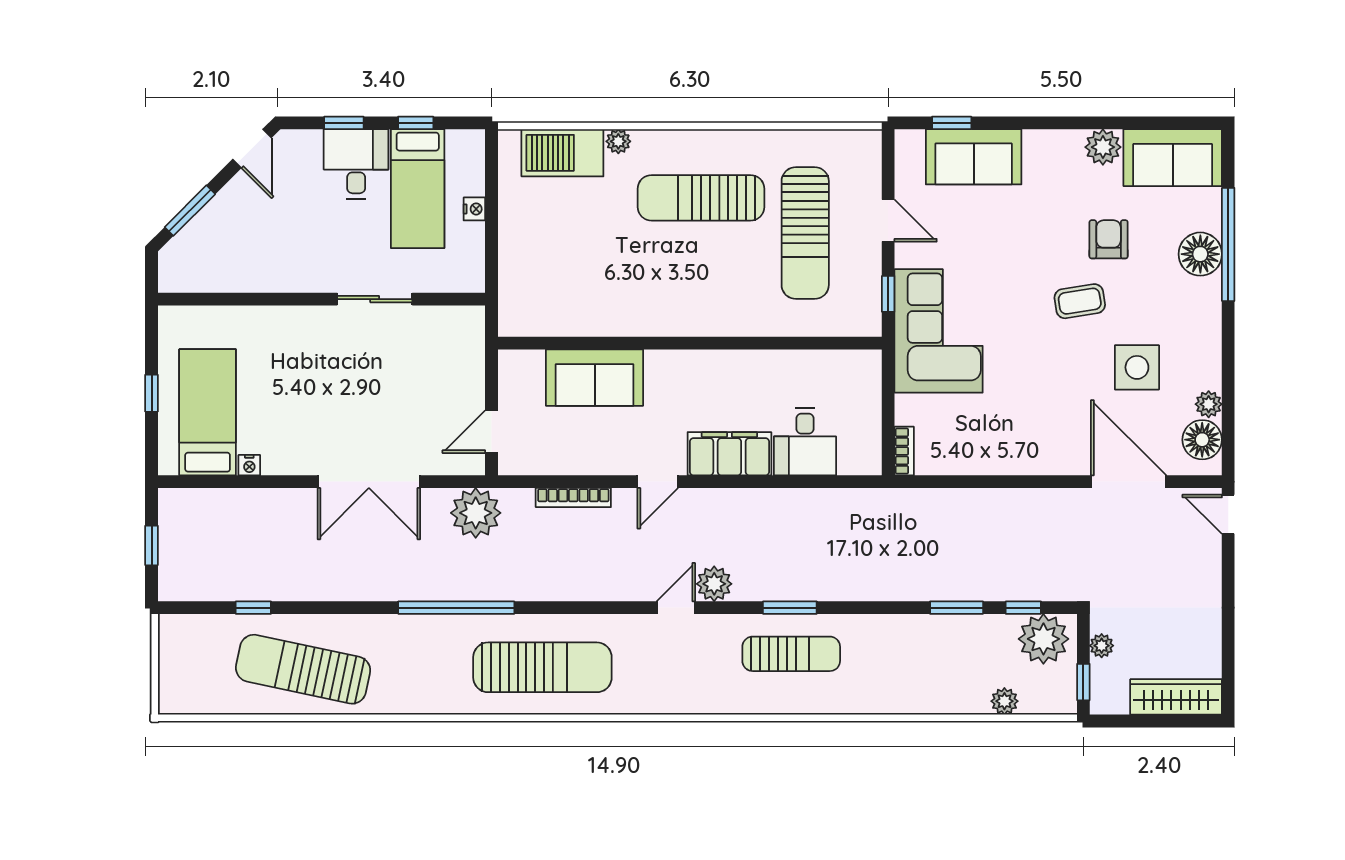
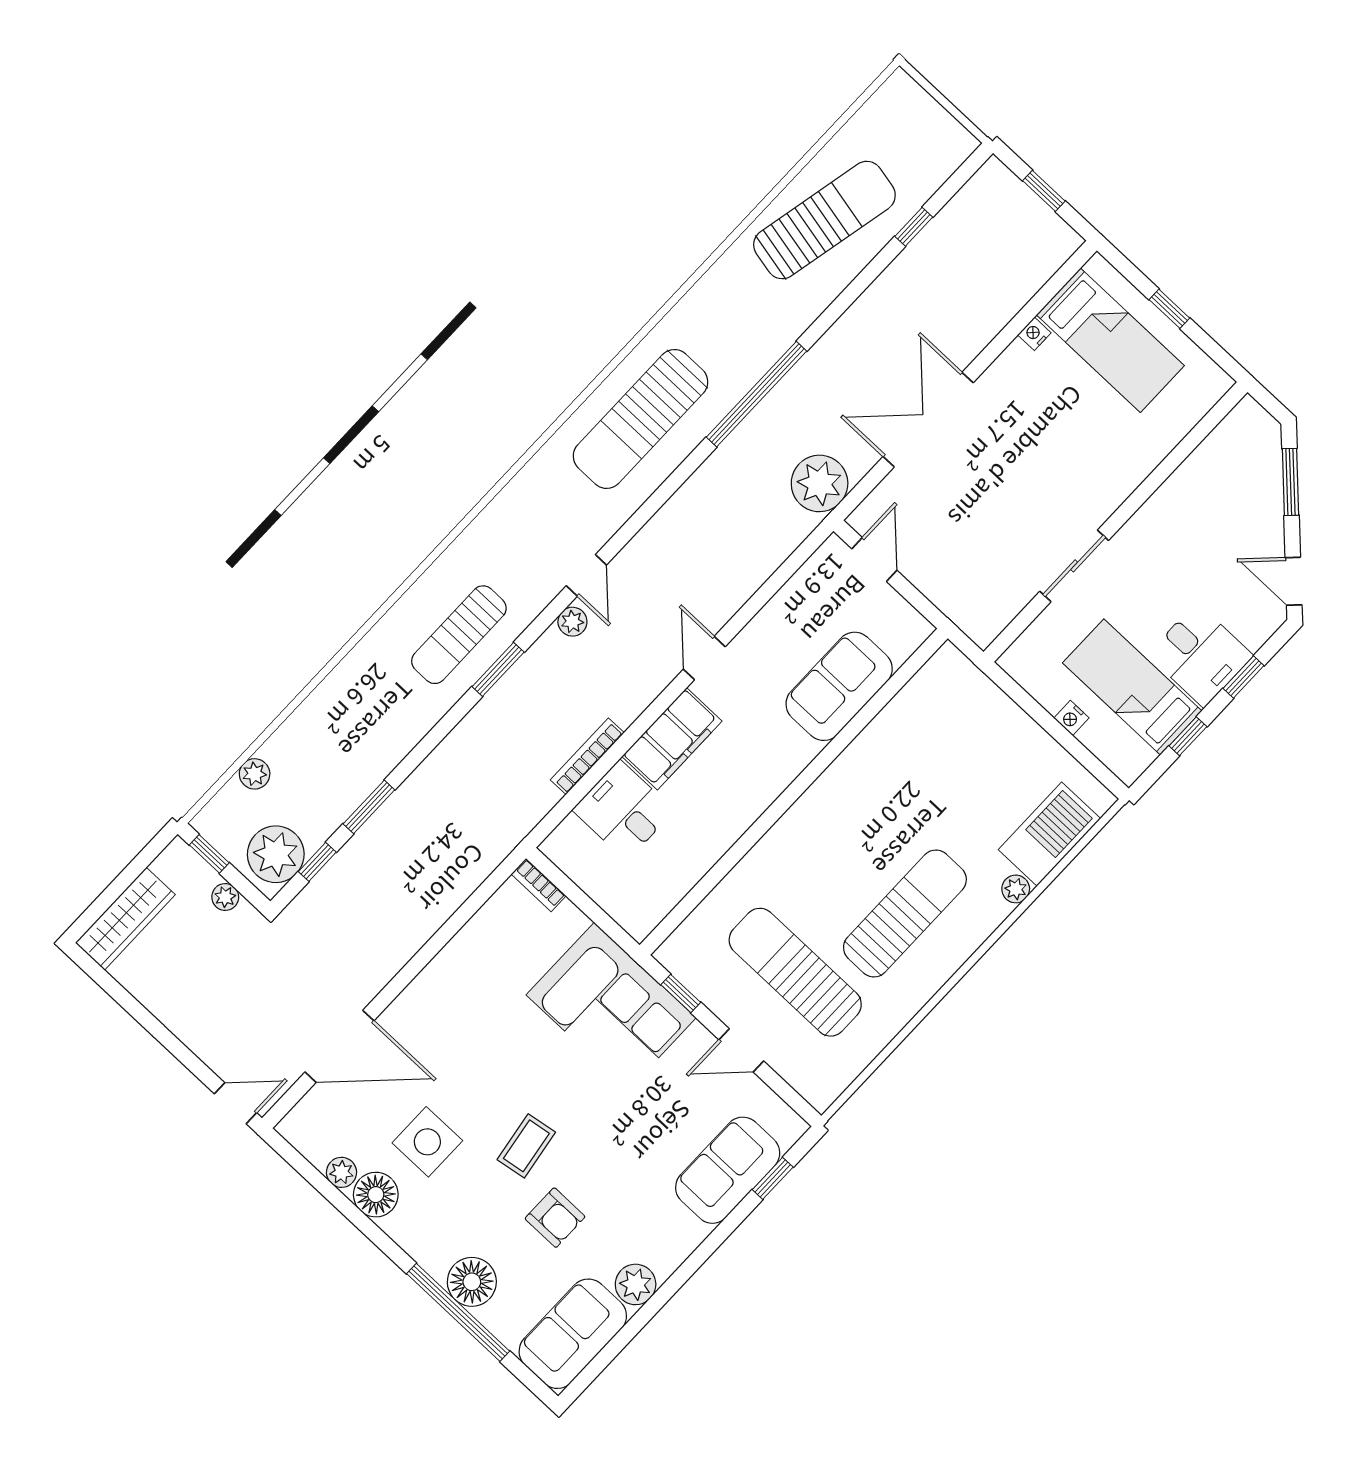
floor lamp: (1202, 440) -> (376, 1195), moved
bookcase: (573, 498) -> (587, 756), moved
plant: (714, 584) -> (572, 622), width x0.73, depth x0.73

